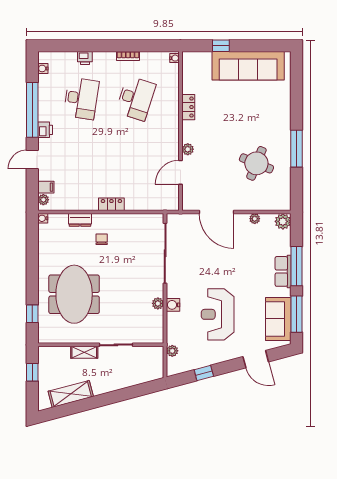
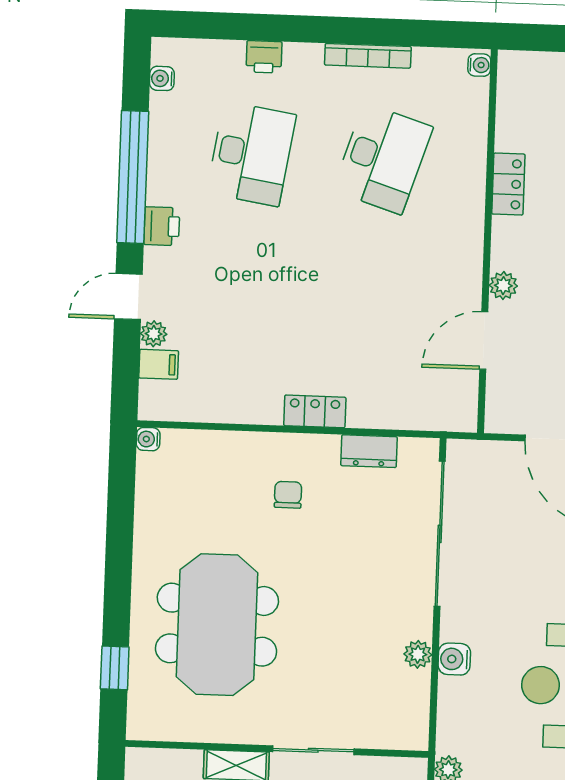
bookcase: (128, 56) -> (368, 56), width x1.56
plant: (43, 200) -> (154, 334), moved
dresser: (80, 220) -> (369, 451), moved

